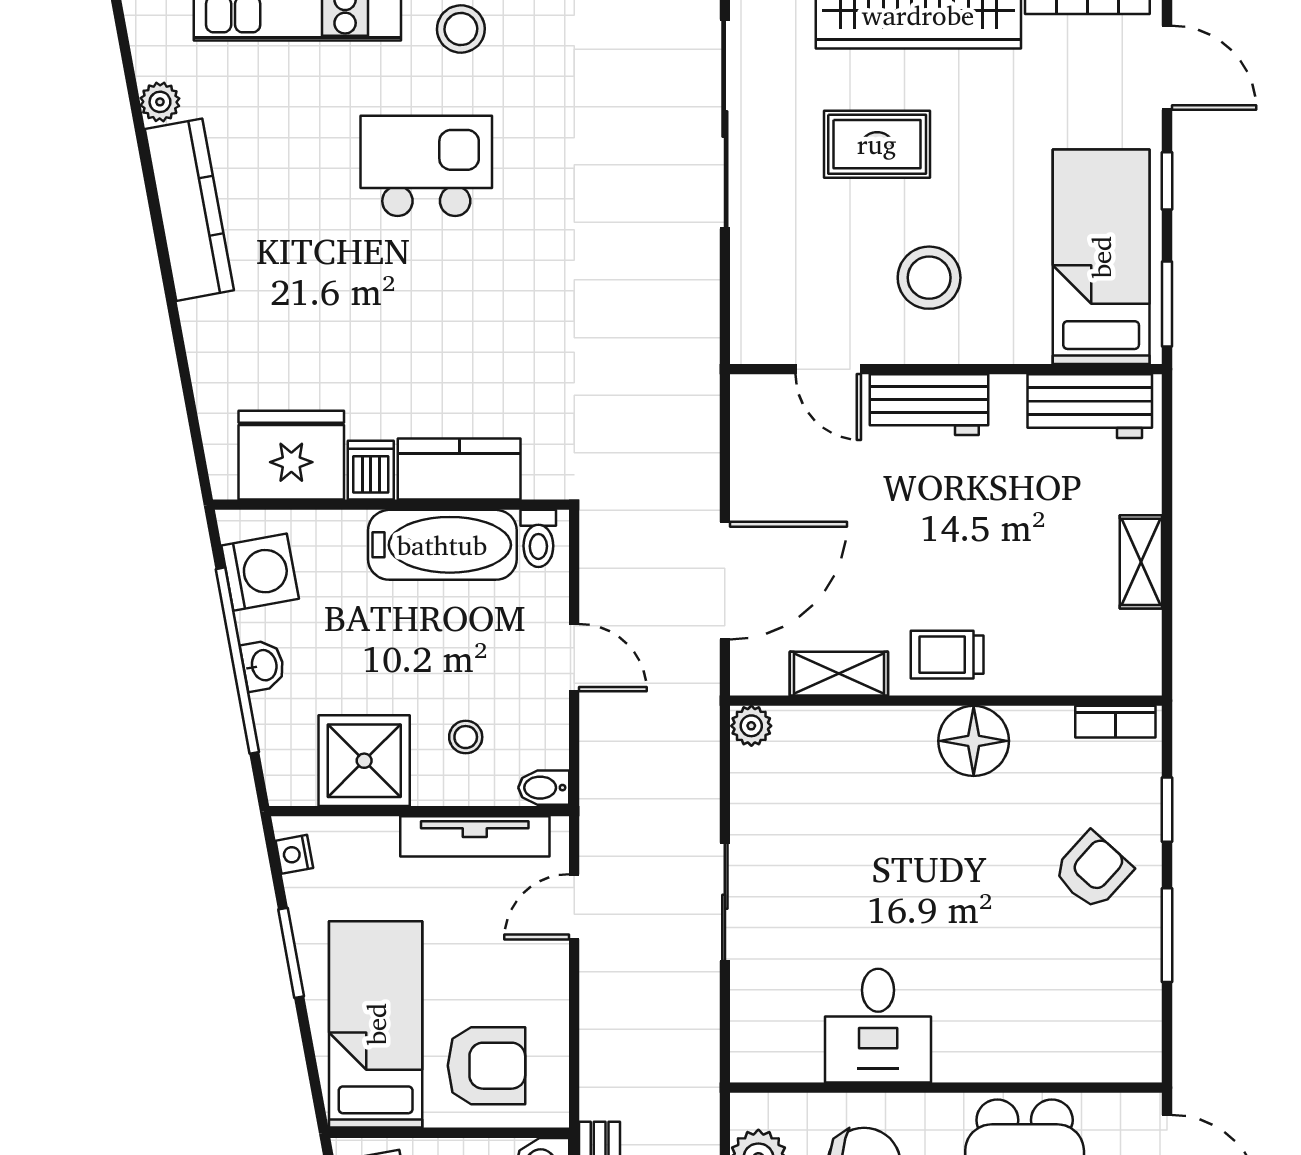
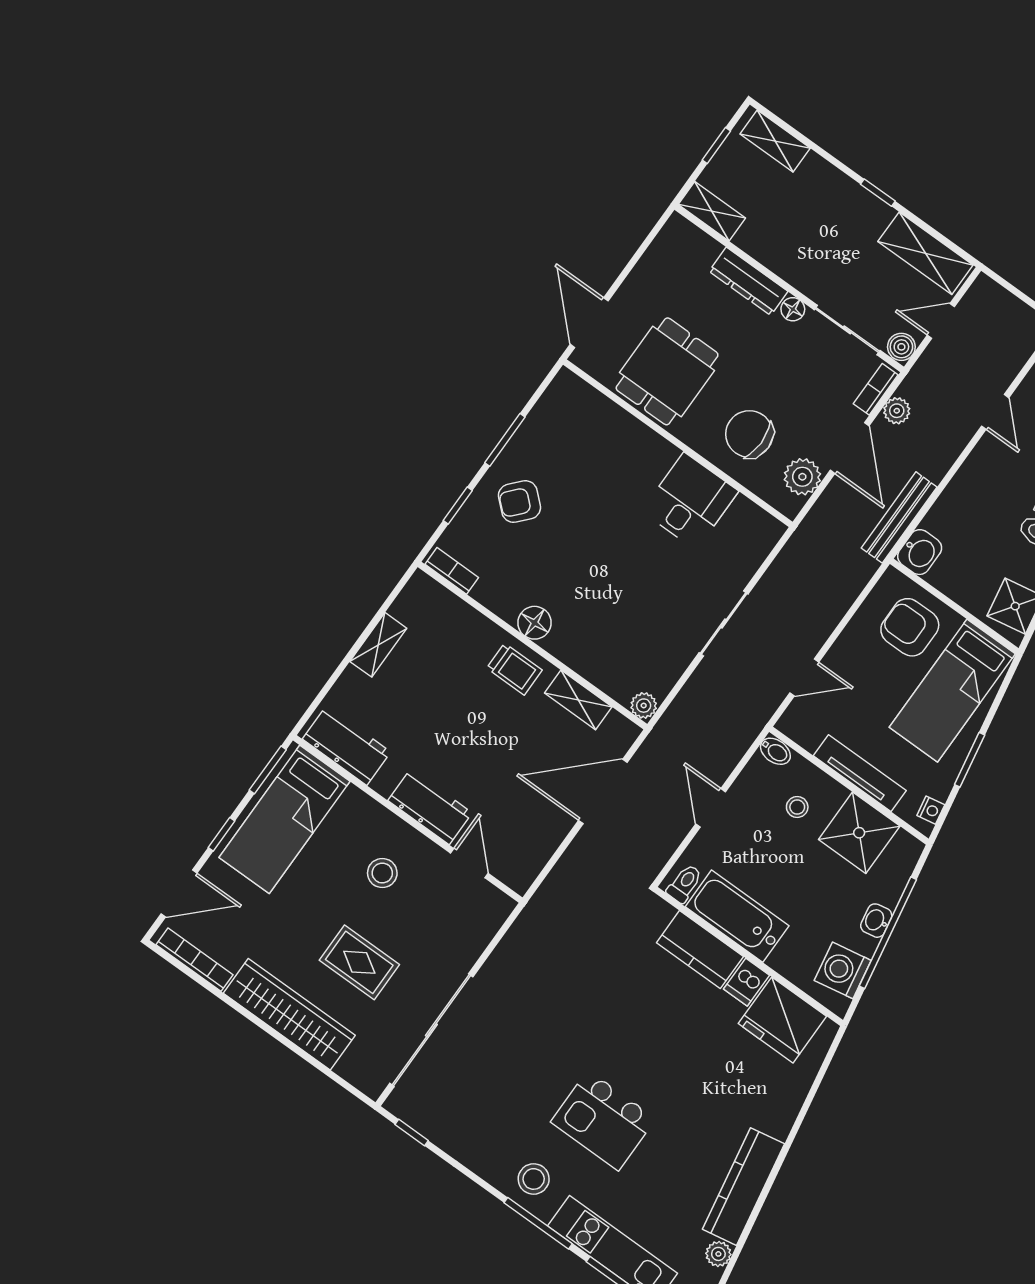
door: (1167, 68) -> (179, 893), swing flipped
stool: (929, 278) -> (382, 873), width x0.73, depth x0.73
floor lamp: (974, 741) -> (535, 623), width x0.73, depth x0.73
tv unit: (475, 836) -> (860, 773), moved

